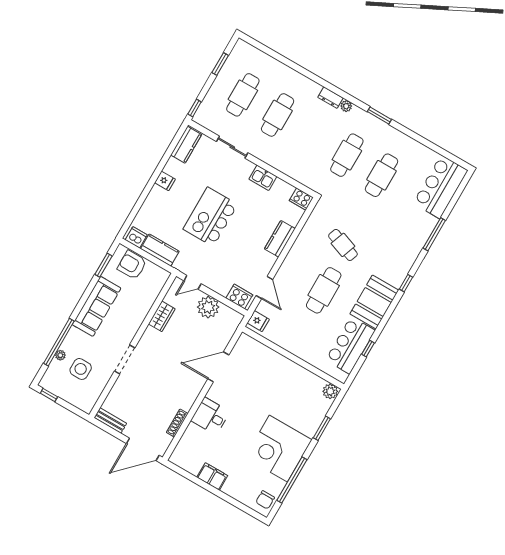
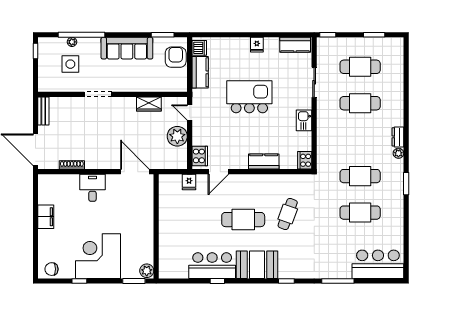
wall: (293, 358) -> (156, 226), moved
plant: (330, 391) -> (147, 271), moved
window: (292, 480) -> (79, 281), width x0.32

